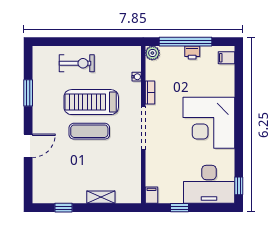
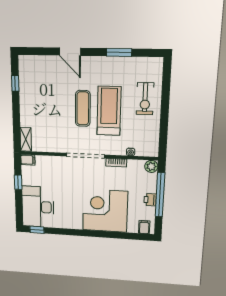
corner desk: (209, 123) -> (105, 211), moved
shelving: (101, 197) -> (26, 139), moved

